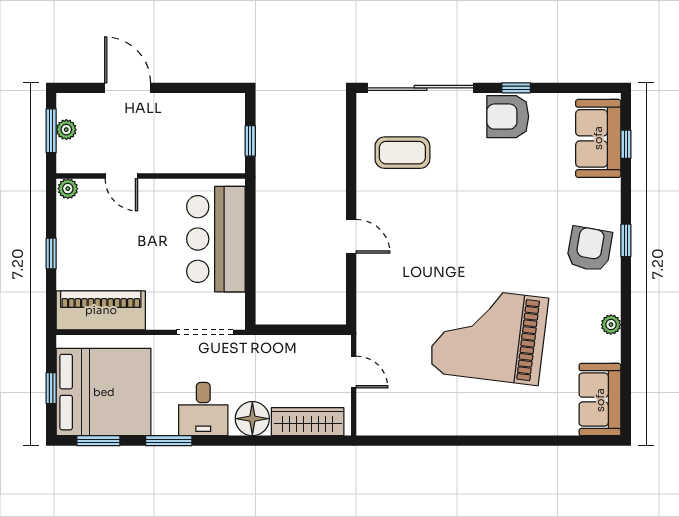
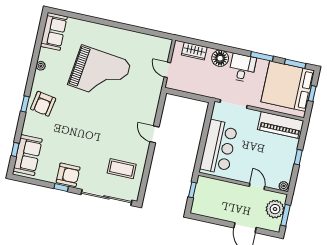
plant: (66, 130) -> (275, 209), width x1.87, depth x1.87
wardrobe: (308, 422) -> (194, 51), width x0.67

